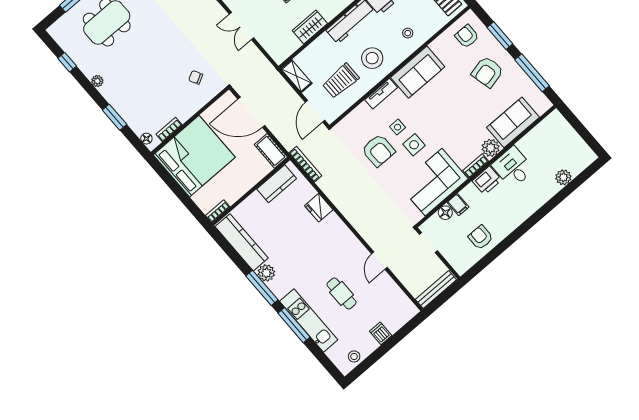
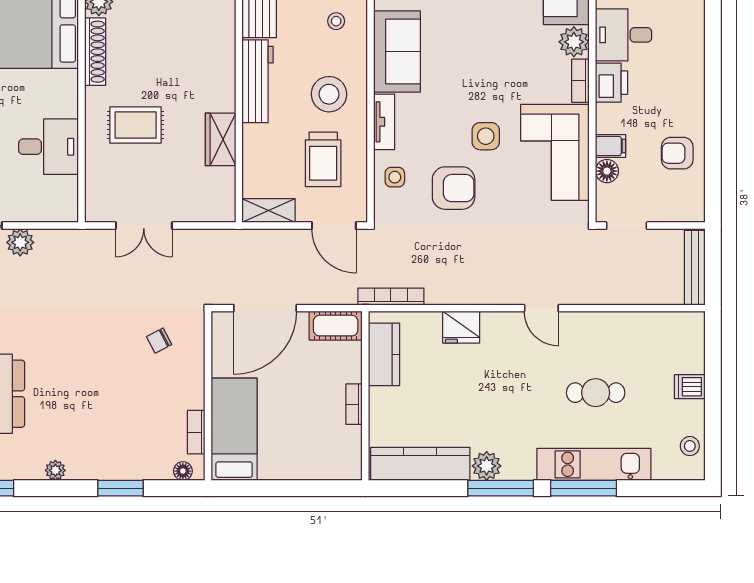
side table: (398, 127) -> (395, 177), moved
bed: (194, 156) -> (234, 429), width x0.49
bookcase: (218, 211) -> (354, 404), moved
door: (379, 261) -> (541, 308), moved

